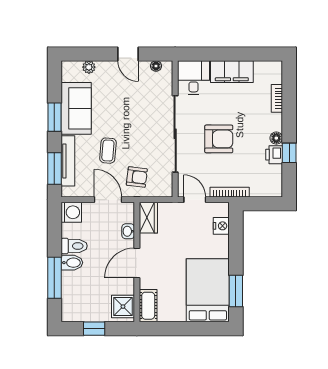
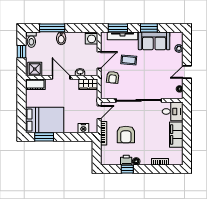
armchair: (219, 139) -> (126, 134), moved
toilet: (74, 246) -> (31, 40), moved

